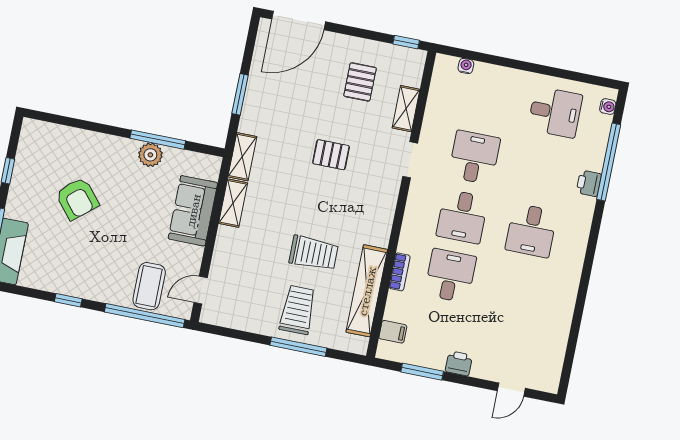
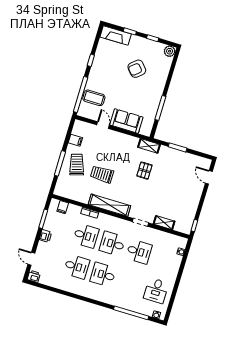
door: (299, 20) -> (209, 177), width x0.53
pallet: (360, 82) -> (178, 203), removed
plant: (150, 155) -> (170, 51), moved
pallet: (331, 155) -> (144, 171), moved
printer: (589, 183) -> (34, 276), moved
shelving: (233, 203) -> (128, 140), removed
trolley: (314, 253) -> (102, 174), turned 90
door: (201, 290) -> (103, 125), moved
desk: (519, 290) -> (77, 267), added
shelving: (367, 291) -> (109, 205), moved
trolley: (298, 310) -> (77, 165), turned -106
filing cabinet: (245, 318) -> (75, 140), added

